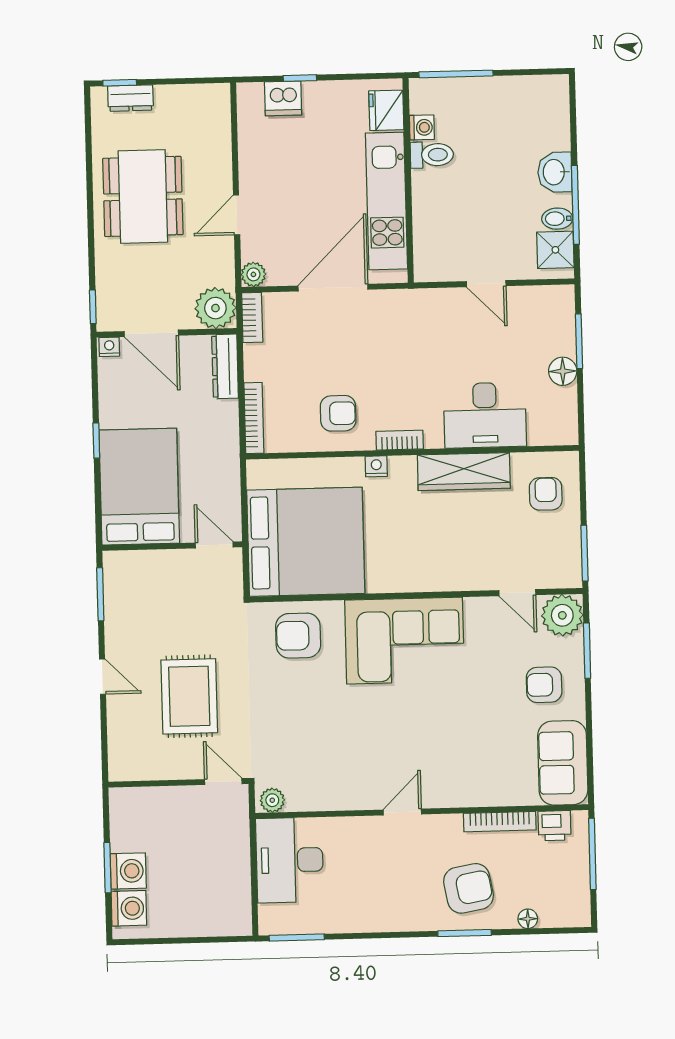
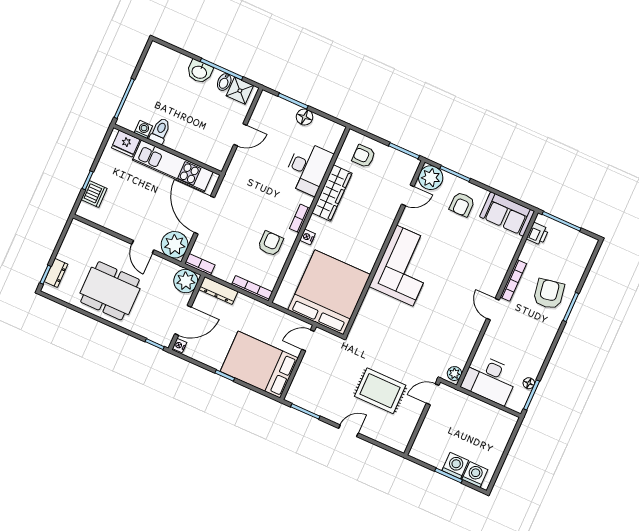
plant: (253, 274) -> (175, 245), width x1.88, depth x1.88
armchair: (298, 636) -> (376, 319), removed
bookcase: (500, 822) -> (513, 280), moved
floor lamp: (528, 919) -> (529, 383), moved

